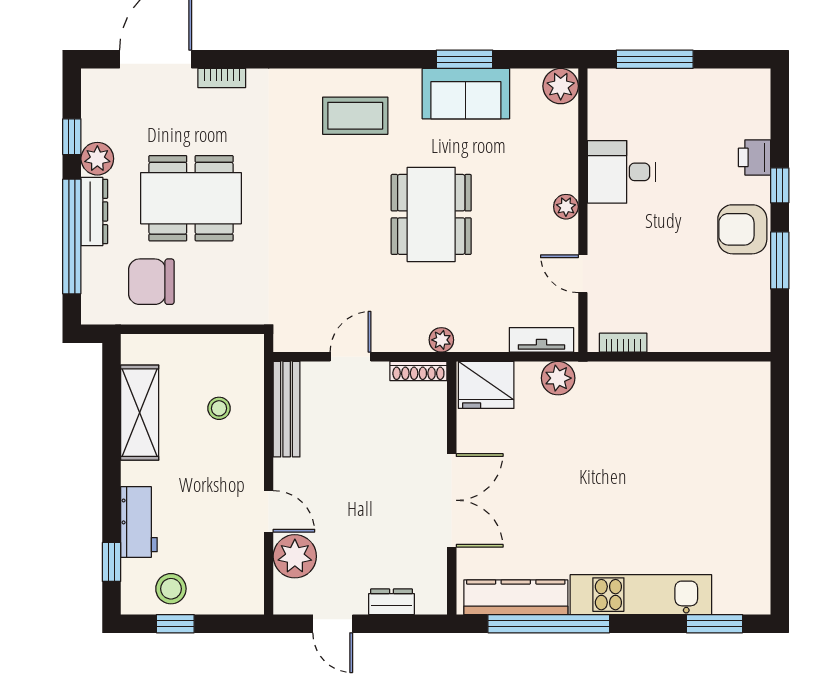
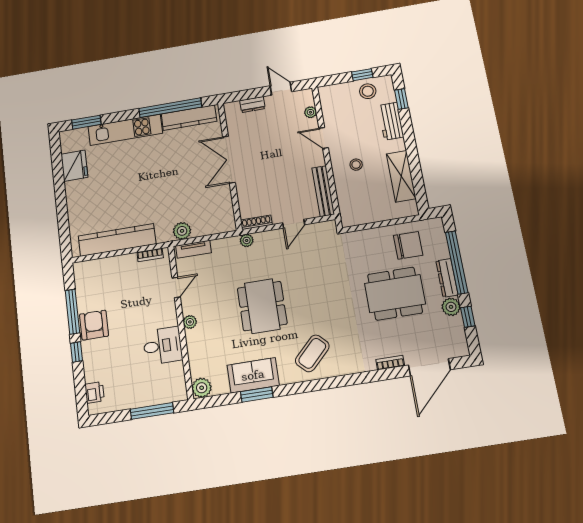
coffee table: (355, 116) -> (312, 353), turned -45
printer: (755, 157) -> (95, 392), moved
armchair: (742, 229) -> (94, 325), turned -90
window: (780, 260) -> (72, 312), width x1.44
door: (583, 274) -> (176, 288), hinge flipped
kitchen counter: (682, 381) -> (117, 240), added
fridge: (486, 385) -> (74, 166), moved, turned 90
stool: (219, 408) -> (356, 165), moved
plant: (295, 556) -> (310, 112), width x0.53, depth x0.53

